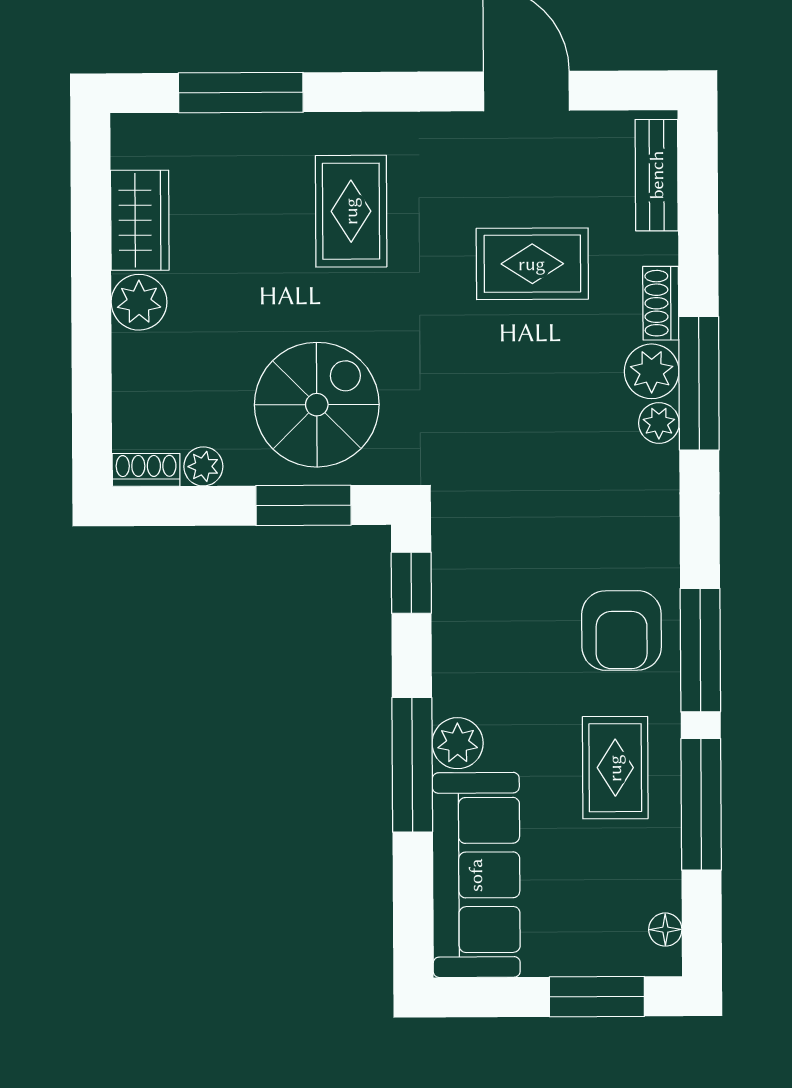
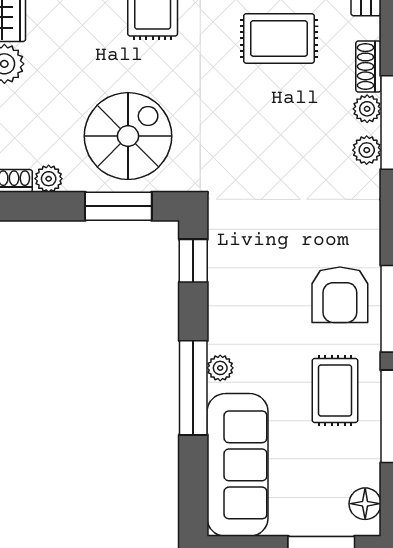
plant: (652, 371) -> (367, 109), width x0.73, depth x0.73
plant: (458, 743) -> (220, 368), width x0.73, depth x0.73
floor lamp: (665, 930) -> (365, 504), width x1.37, depth x1.37

